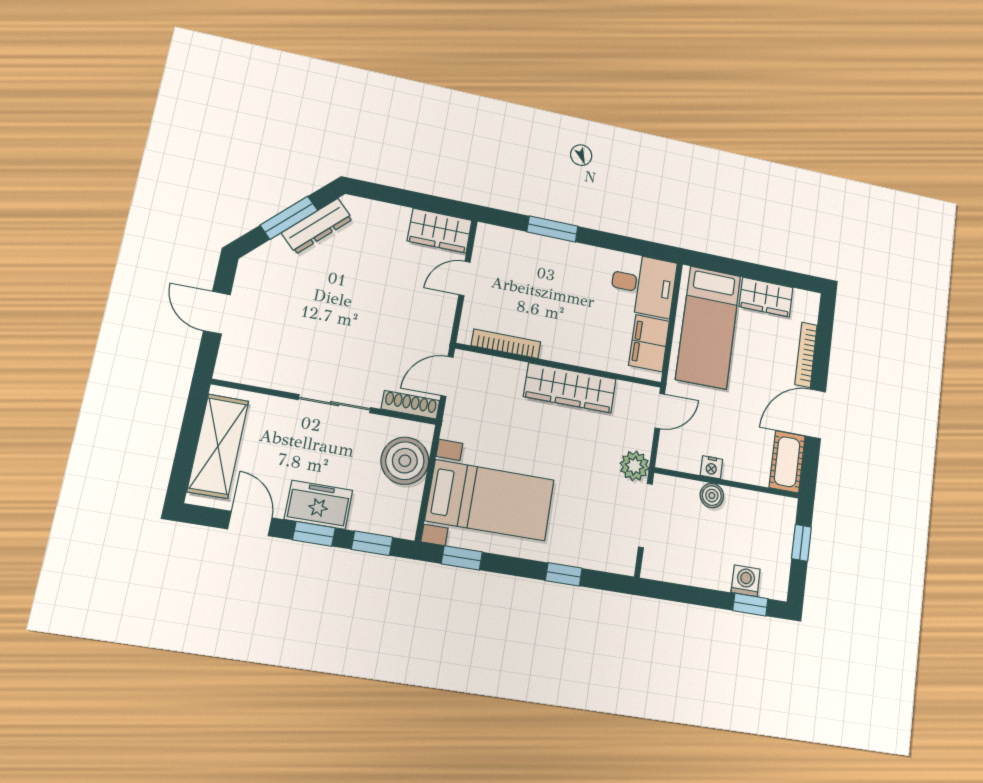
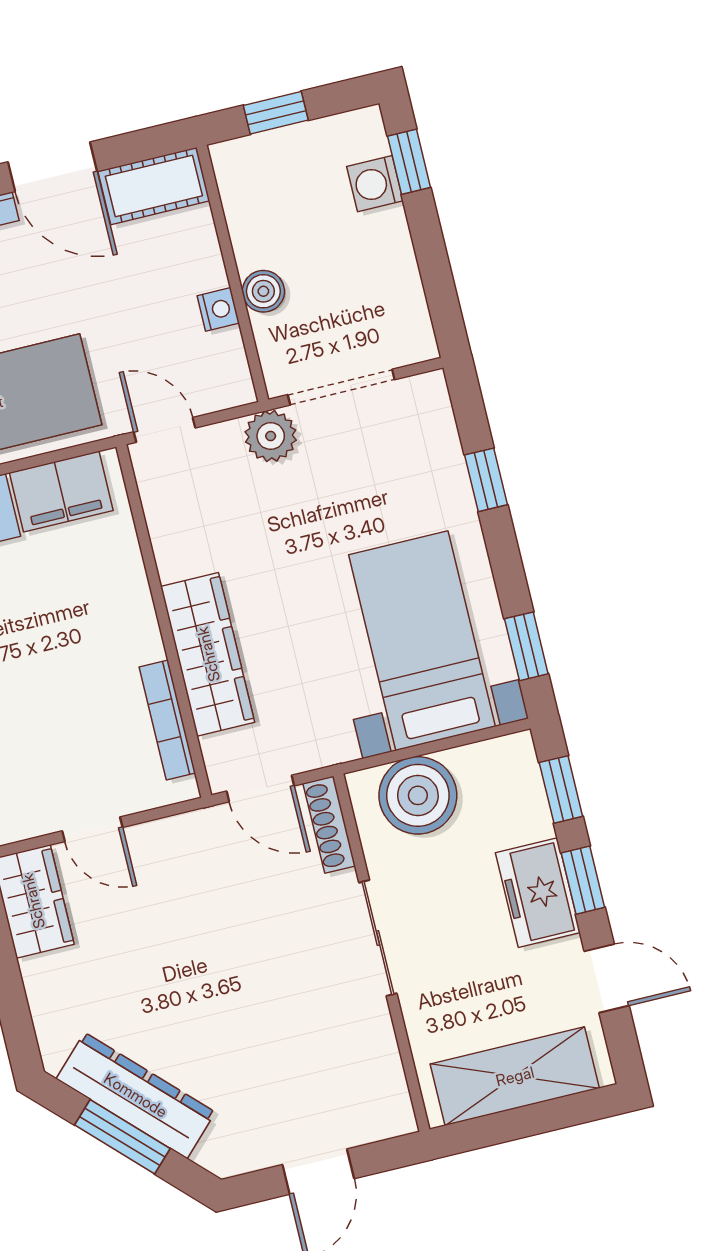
dresser: (317, 226) -> (136, 1095), width x1.37, depth x1.24
wardrobe: (570, 388) -> (208, 654), moved
door: (250, 523) -> (607, 978), swing flipped

